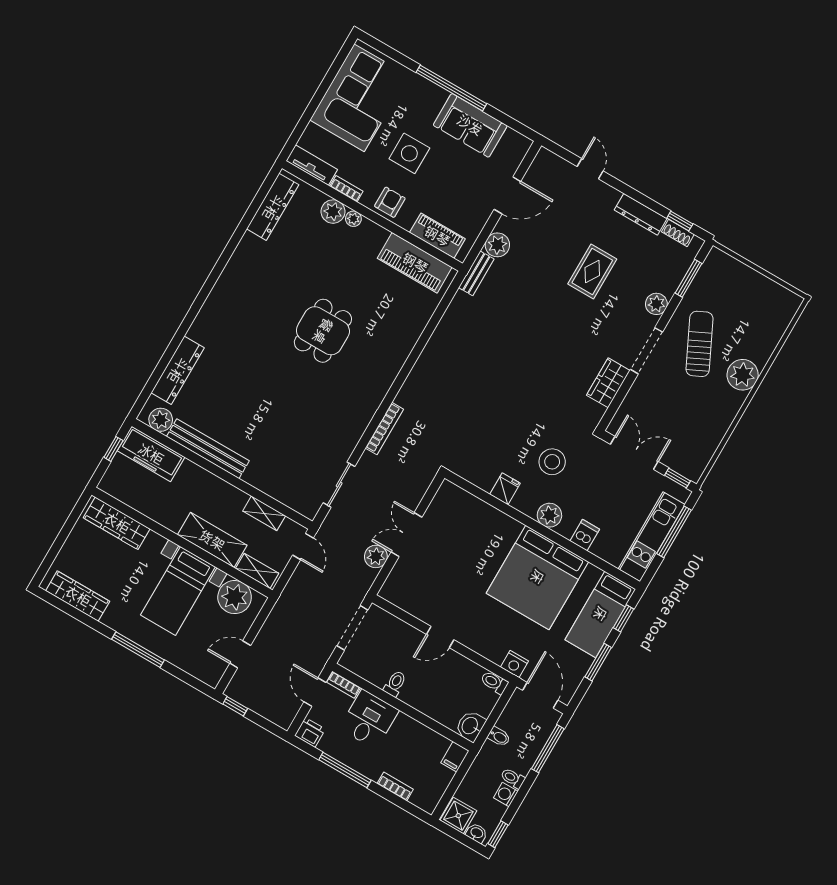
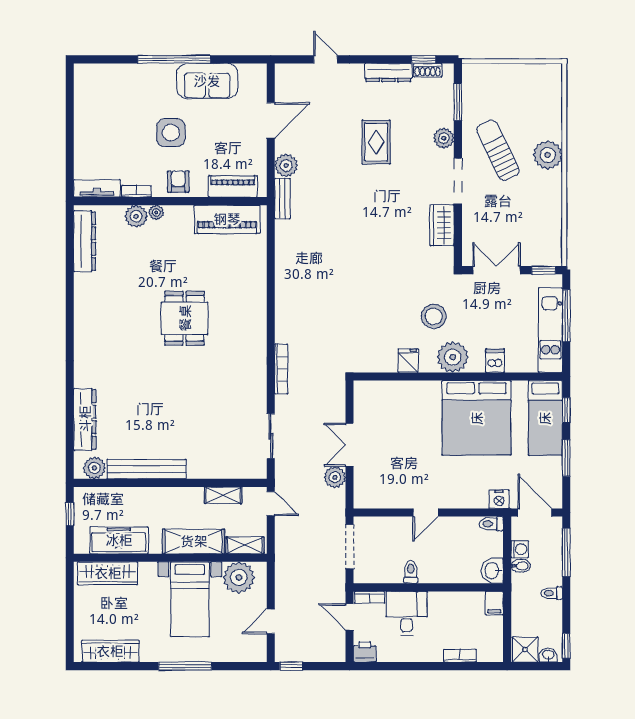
corner sofa: (359, 98) -> (103, 111), removed
freezer: (151, 454) -> (119, 540), moved, turned 180
plant: (549, 515) -> (453, 357), width x1.36, depth x1.36
window: (345, 770) -> (411, 666), removed
washing machine: (506, 794) -> (520, 549), moved, turned 180

